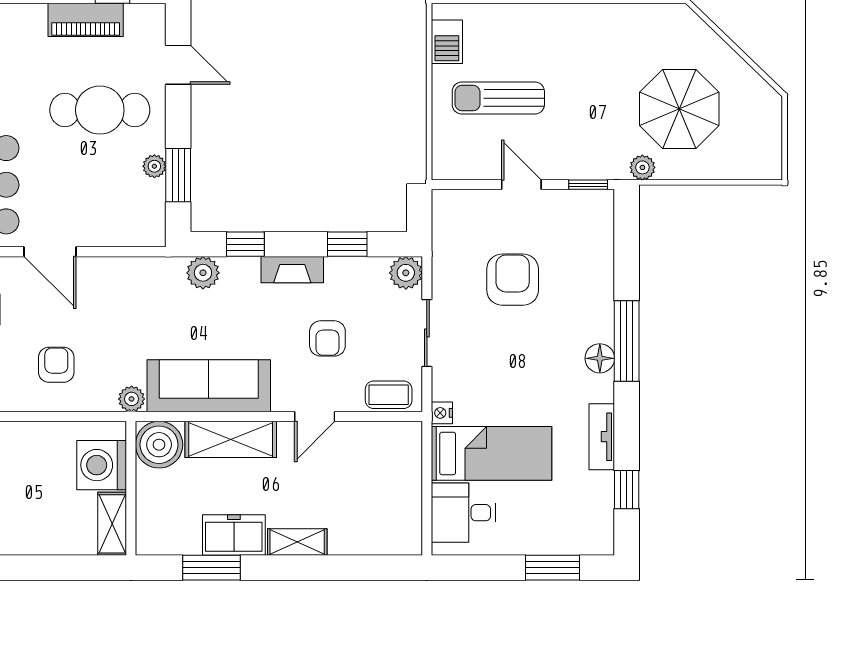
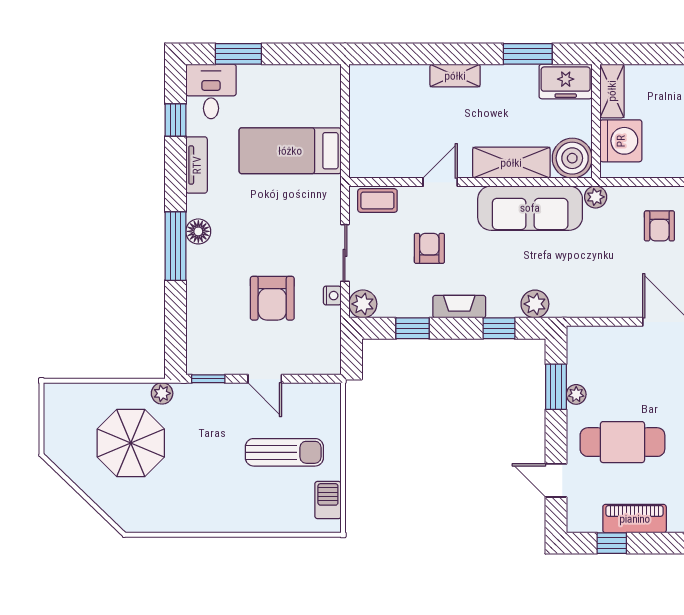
nightstand: (442, 413) -> (332, 296), moved
desk: (463, 513) -> (211, 91), moved, turned -90
freezer: (234, 535) -> (566, 81), moved

